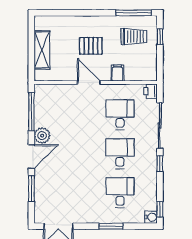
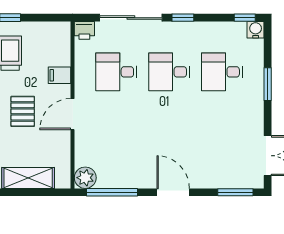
plant: (42, 136) -> (85, 178), moved
window: (31, 189) -> (235, 192), moved

